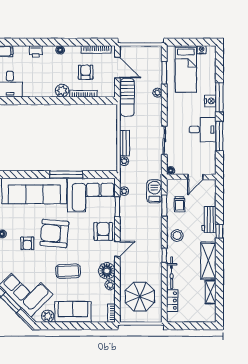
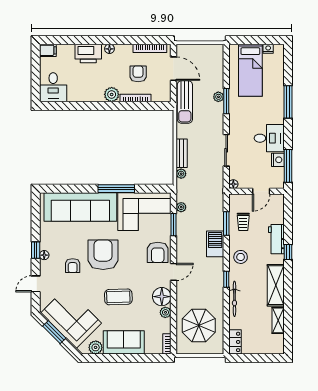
printer: (36, 51) -> (88, 54), width x1.87, depth x1.48
window: (164, 73) -> (226, 101), moved
nightstand: (210, 101) -> (278, 160), moved
window: (219, 136) -> (288, 166), moved
barbecue: (154, 191) -> (215, 244), moved
armchair: (103, 231) -> (158, 252), turned 180
armchair: (54, 234) -> (103, 255), turned 85
locker: (172, 301) -> (235, 342), moved

